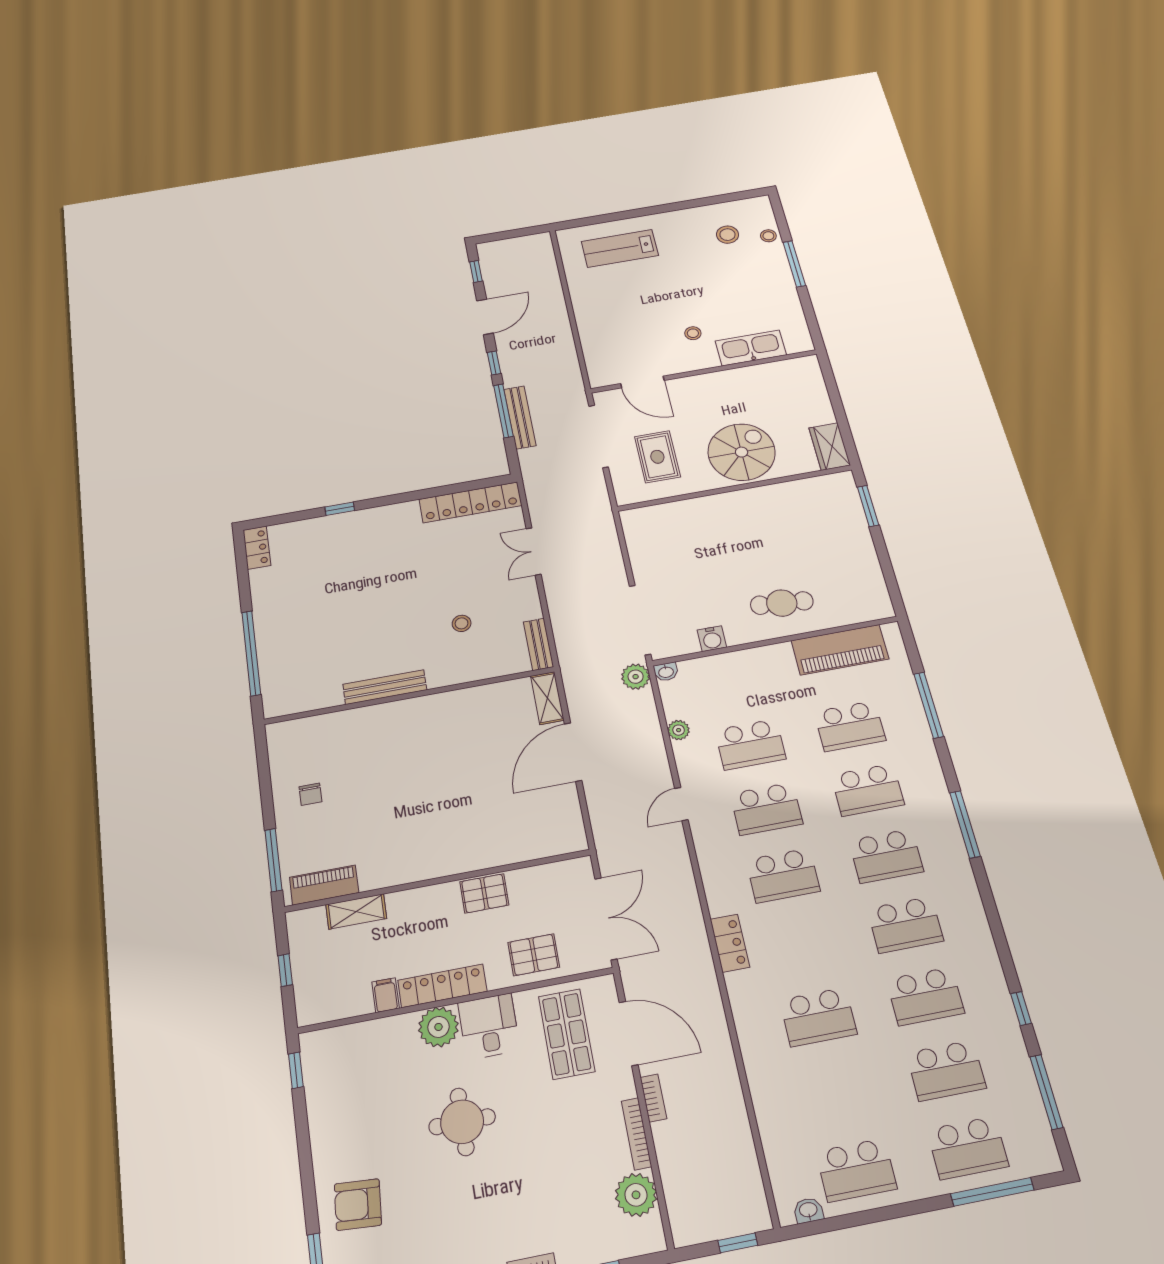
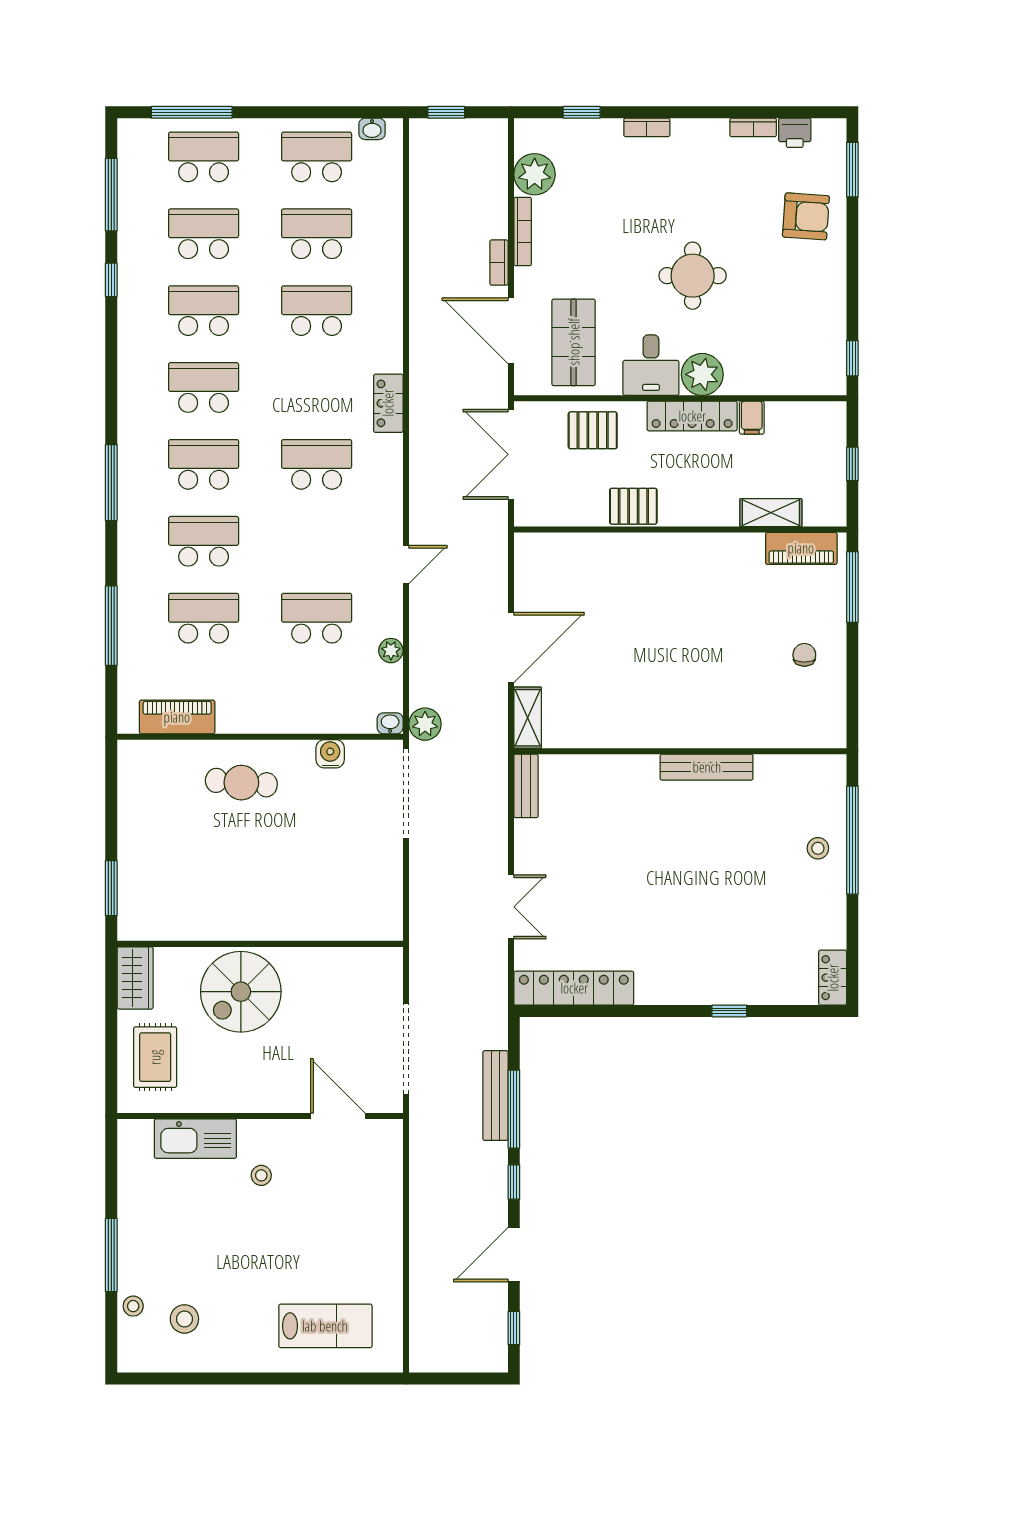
rug: (657, 457) -> (155, 1057), moved
stool: (462, 623) -> (818, 848), moved
piano: (840, 650) -> (177, 717), width x0.73, depth x0.75
school desk: (766, 809) -> (317, 234), moved

